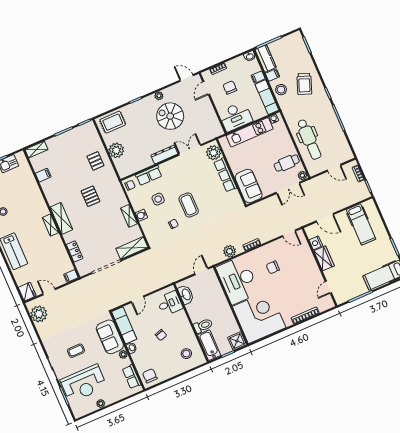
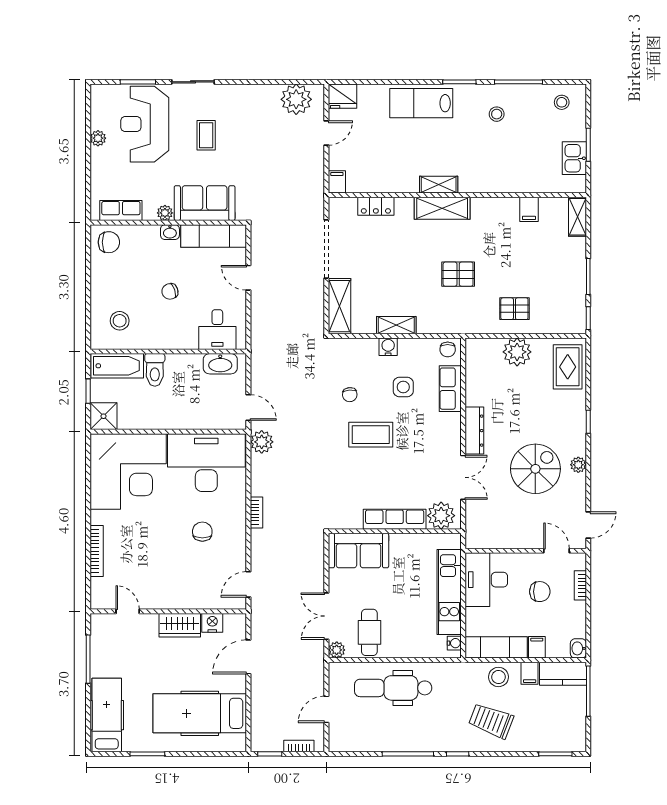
hospital bed: (361, 224) -> (200, 713), width x1.37, depth x1.29
plant: (230, 251) -> (262, 442), moved

